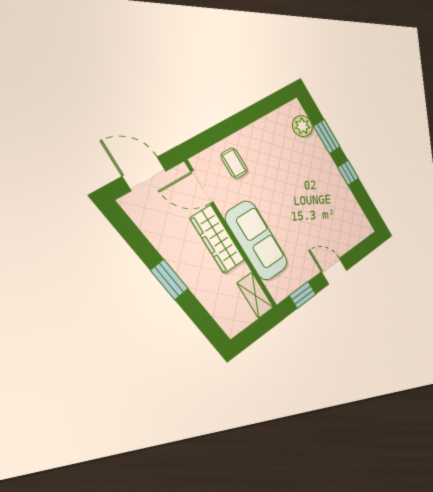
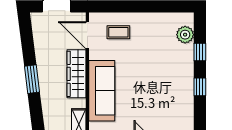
window: (327, 136) -> (200, 52), width x0.67
coffee table: (234, 163) -> (118, 32), turned 90

